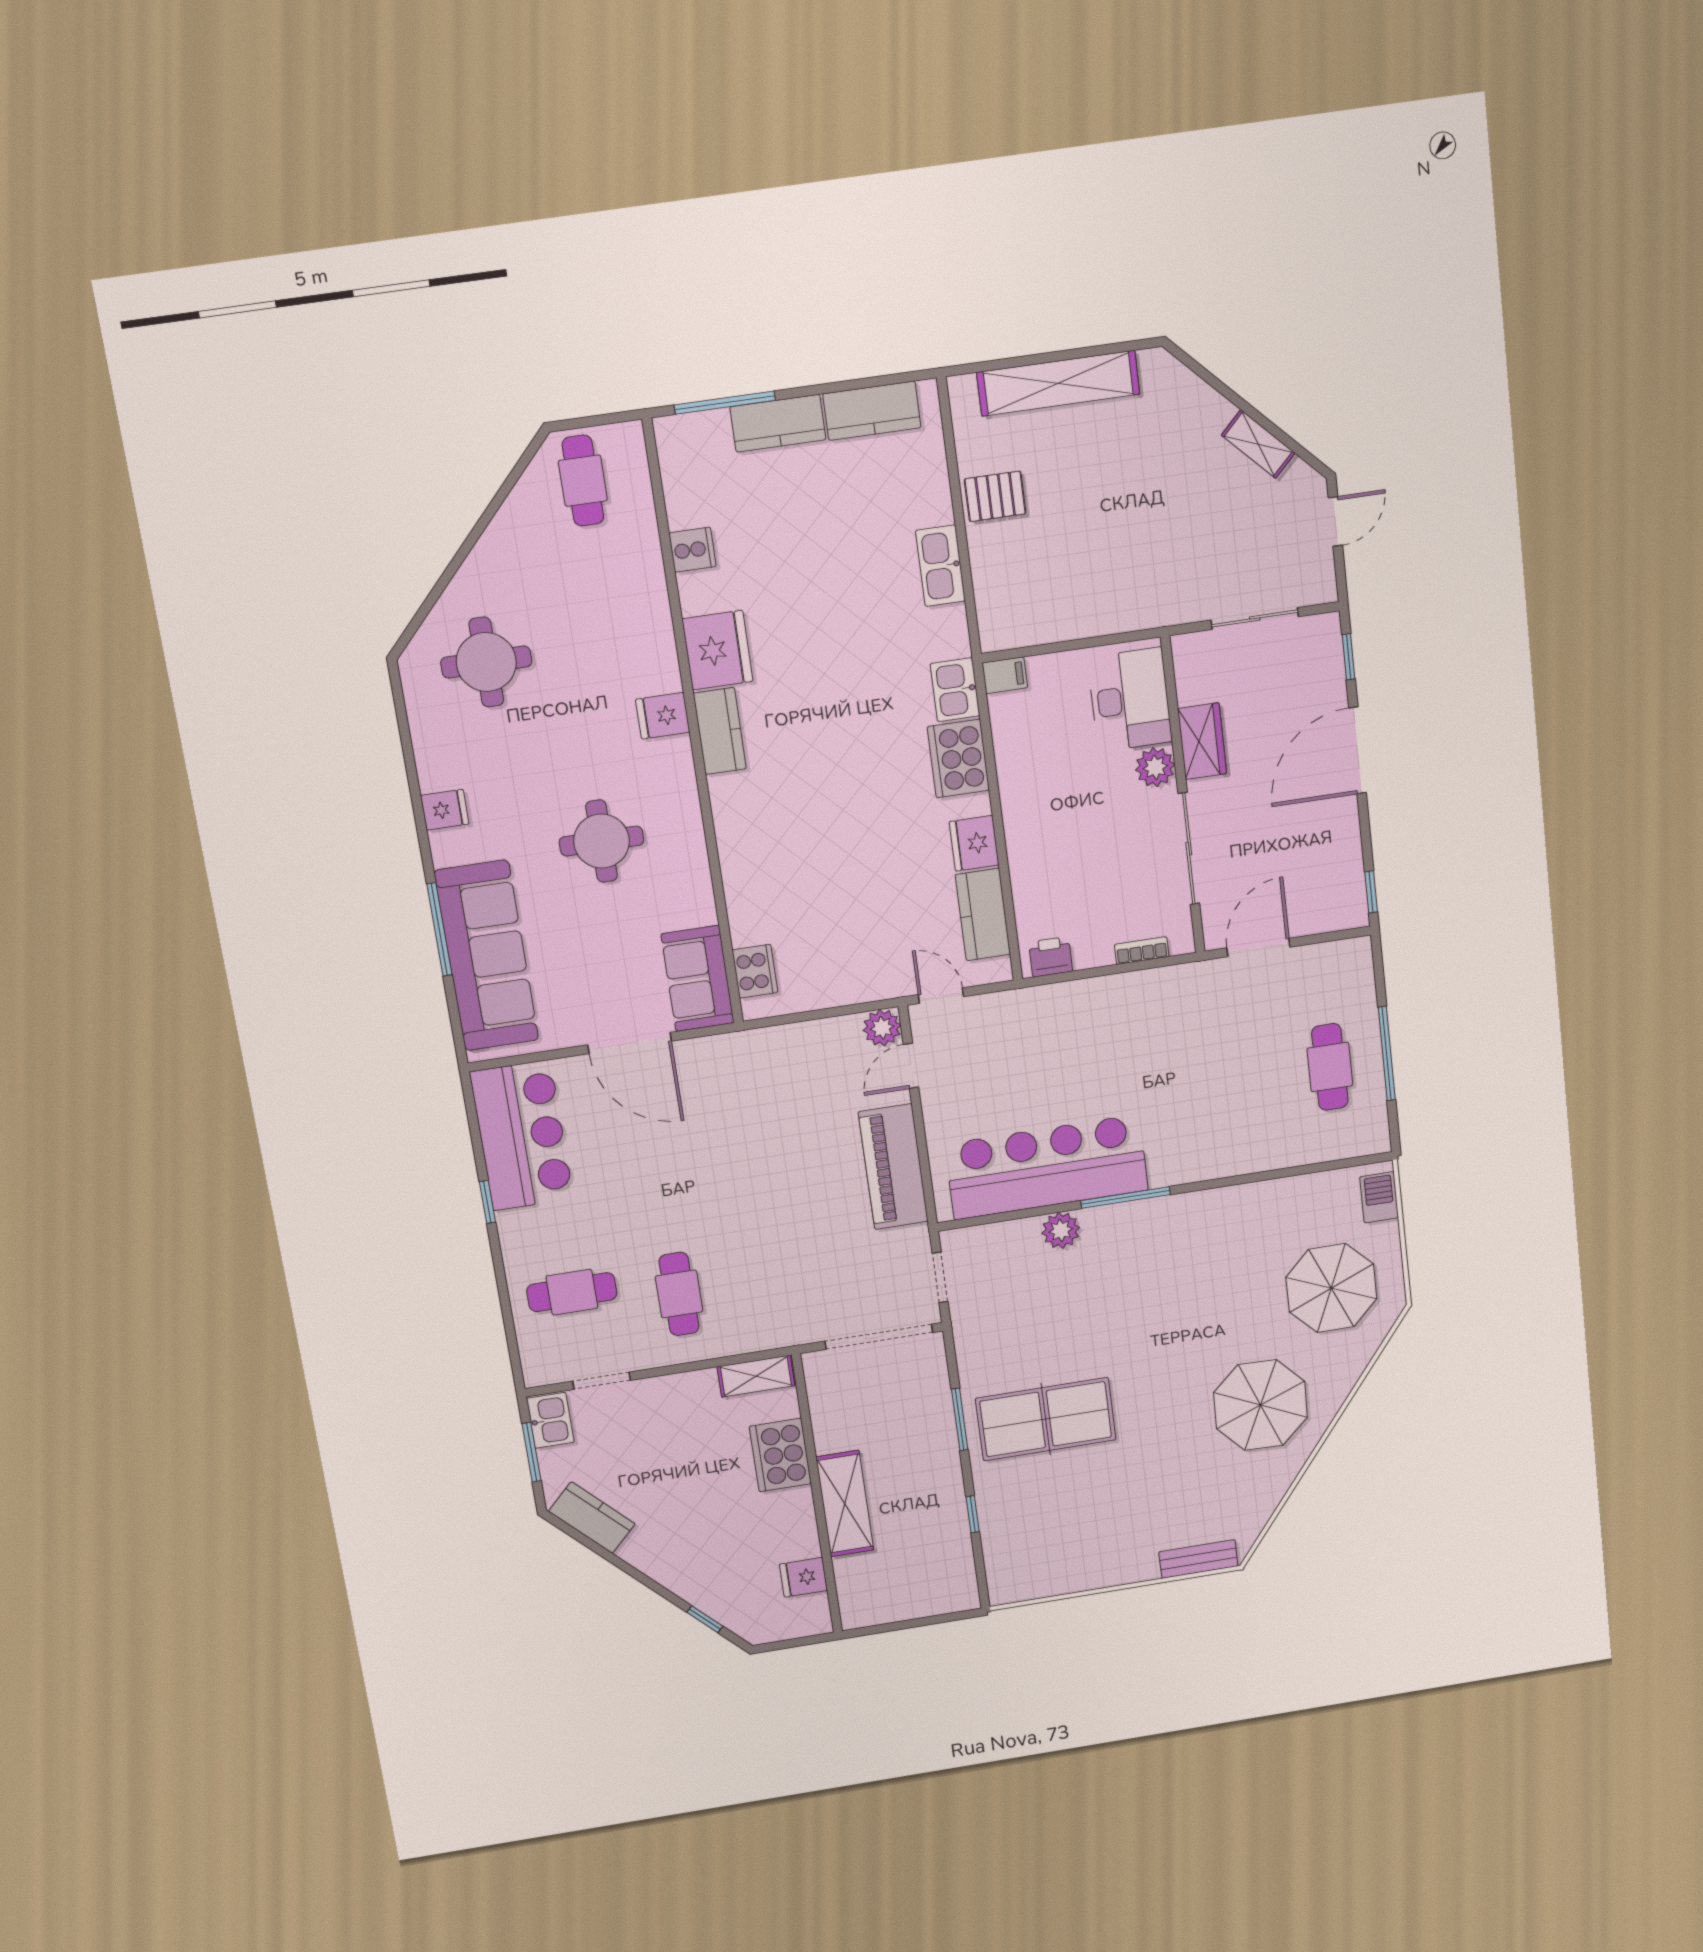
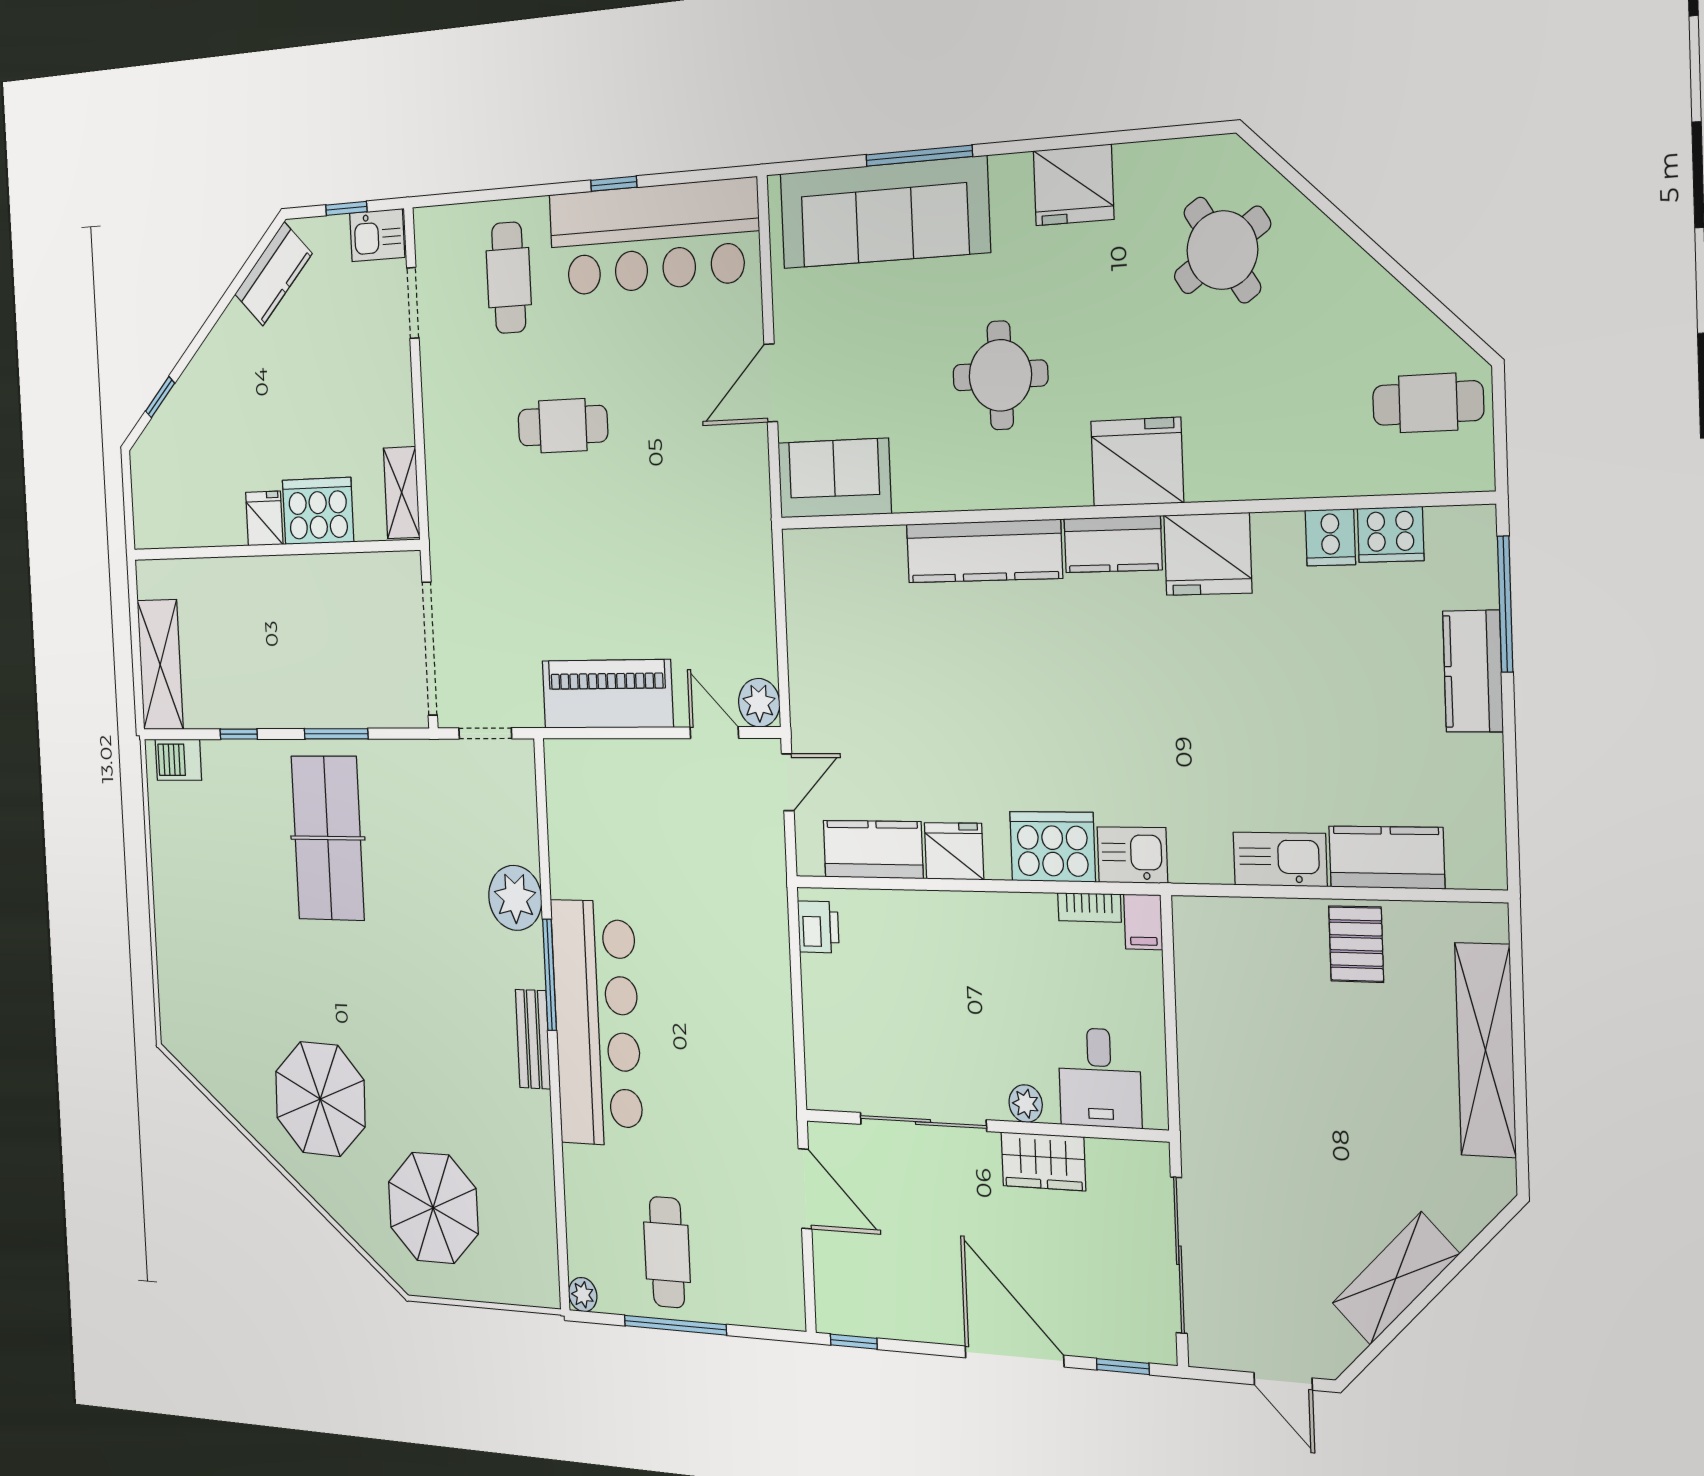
kitchen counter: (872, 411) -> (1387, 857), moved, turned 90
shelving: (1258, 444) -> (1396, 1278), width x1.50, depth x1.33
sliding door: (1255, 618) -> (1179, 1255), width x1.37
round table: (486, 662) -> (1222, 250), turned -33
desk: (1130, 700) -> (1100, 1078), width x0.73
fridge: (663, 716) -> (1137, 462), width x1.88, depth x1.34
plant: (1155, 767) -> (1026, 1104), width x0.73, depth x0.73
fridge: (445, 810) -> (1074, 185), width x1.88, depth x1.34
kitchen counter: (739, 841) -> (984, 551), added
bookcase: (1142, 951) -> (1089, 907), moved, turned 90
cooker: (755, 971) -> (1391, 535), moved
door: (630, 1043) -> (771, 383), width x0.73
cafe table: (1330, 1067) -> (667, 1252), turned 90
bar counter: (522, 1136) -> (654, 237), width x1.36
plant: (1377, 1141) -> (583, 1295), added
bar counter: (1047, 1167) -> (597, 1023), moved
barbecue: (1379, 1197) -> (178, 760), moved, turned 180
plant: (1061, 1230) -> (515, 898), width x1.36, depth x1.36
cafe table: (679, 1294) -> (563, 426), moved
window: (531, 1452) -> (346, 208), width x0.67
shelving: (845, 1504) -> (160, 665), moved, turned 90
bench: (1198, 1559) -> (533, 1039), moved
fridge: (803, 1577) -> (264, 518), moved

